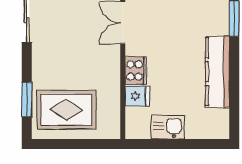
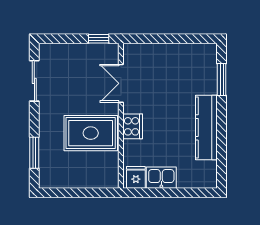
fridge: (137, 96) -> (136, 177), moved, turned -90
rug: (66, 110) -> (91, 133), moved

